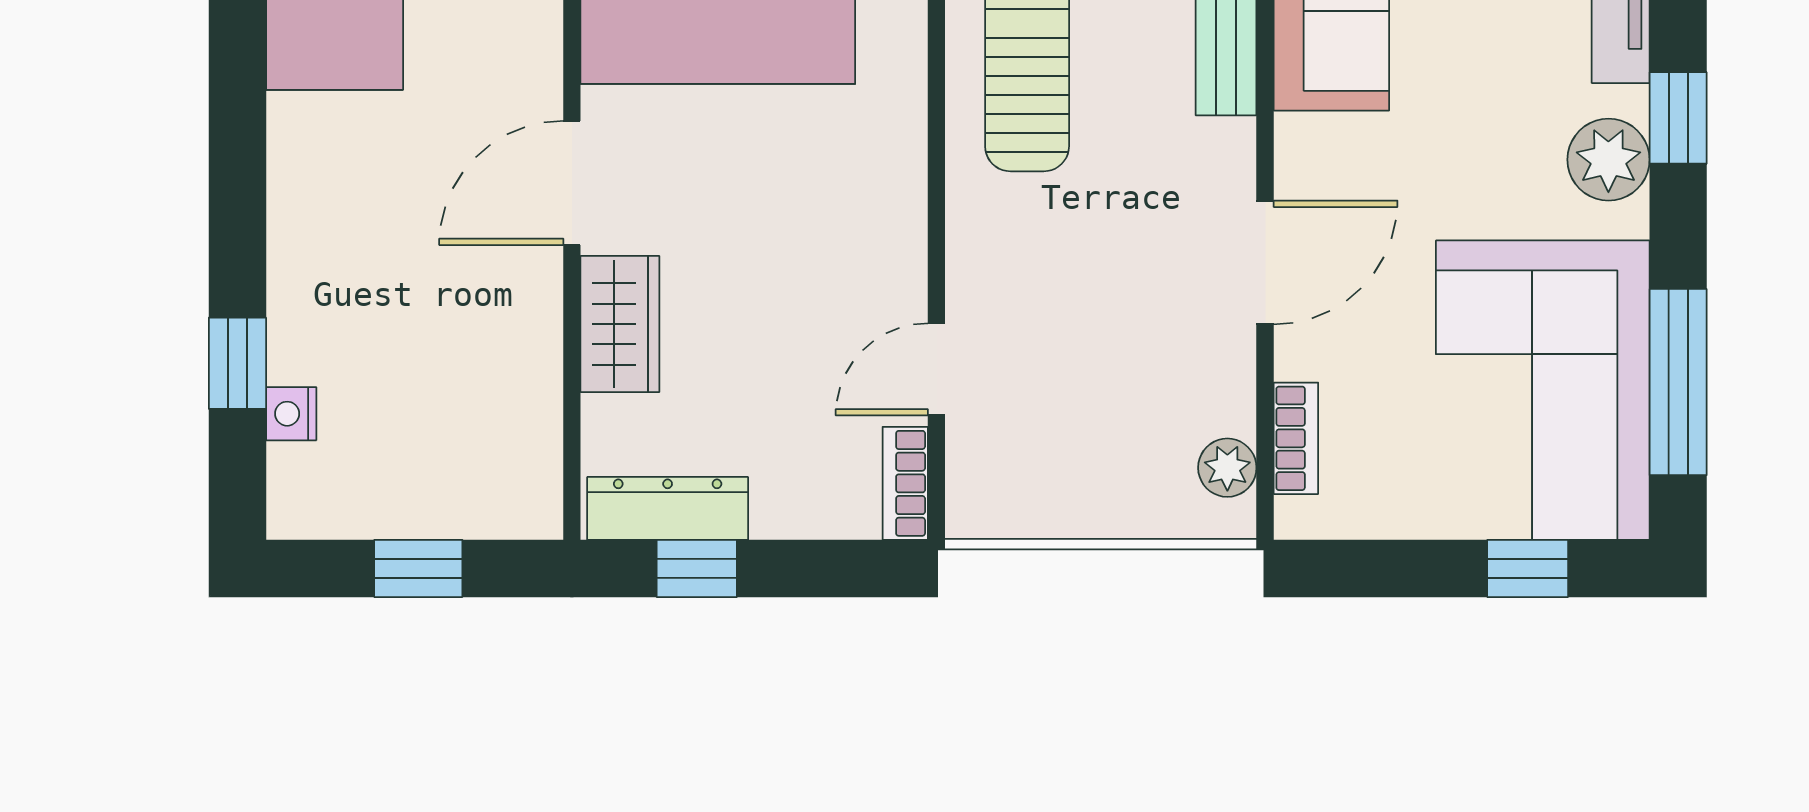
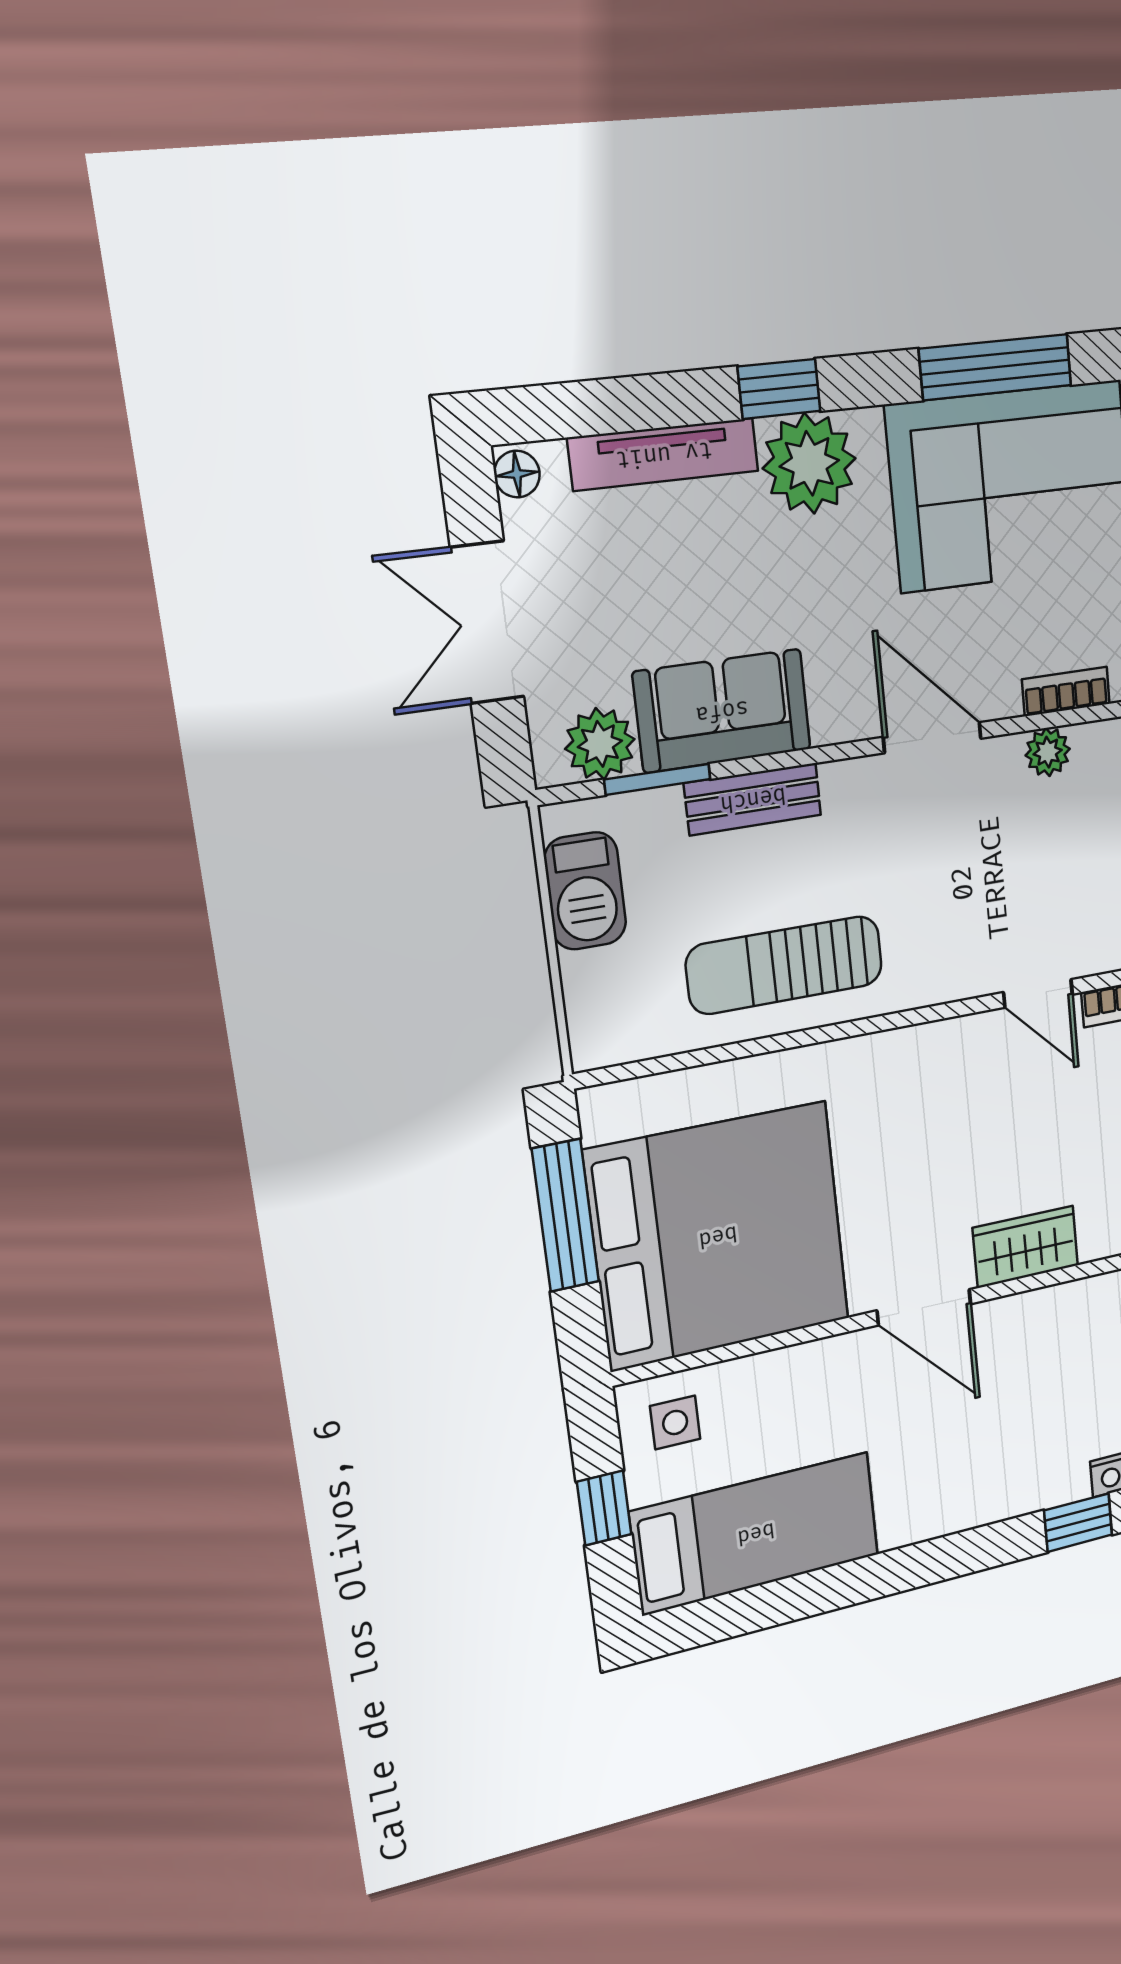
plant: (1608, 160) -> (809, 463), width x1.36, depth x1.36
plant: (1227, 468) -> (1048, 752), moved

